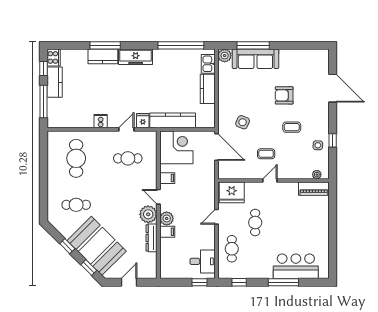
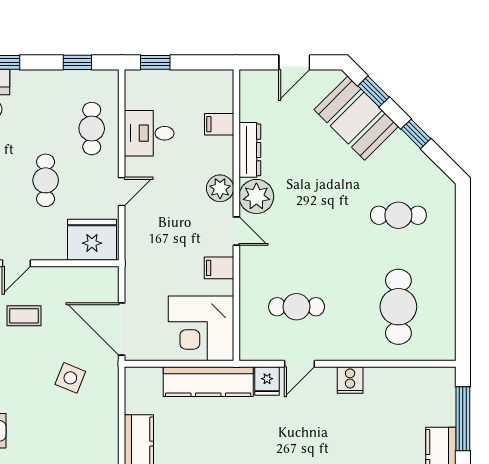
filing cabinet: (167, 232) -> (219, 124), moved
booth: (97, 246) -> (356, 118), width x0.73, depth x0.70
desk: (203, 261) -> (149, 133), moved

